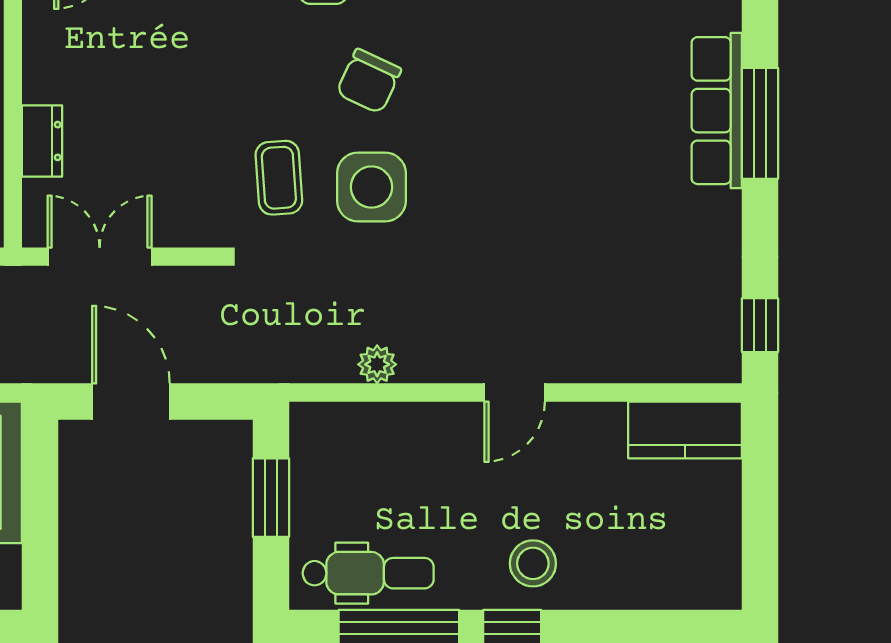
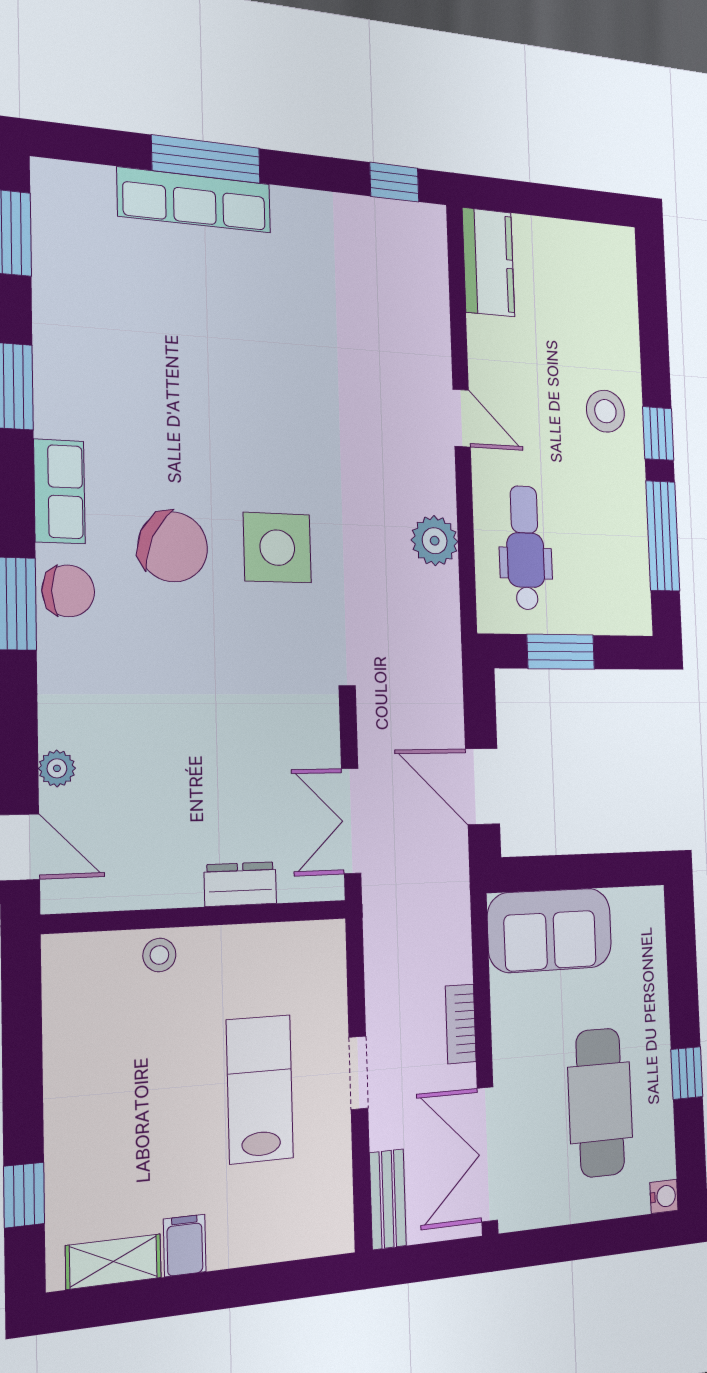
chair: (369, 81) -> (173, 547), width x1.37, depth x1.37
coffee table: (279, 178) -> (271, 640), removed
plant: (377, 364) -> (435, 541), width x1.38, depth x1.38
door: (131, 402) -> (483, 786), hinge flipped
dental chair: (368, 573) -> (525, 548), moved

